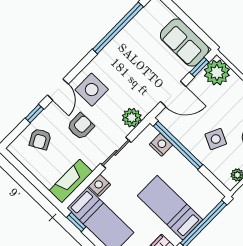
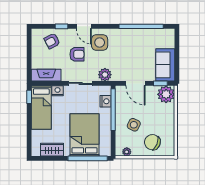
door: (58, 90) -> (84, 26), hinge flipped
bed: (170, 208) -> (85, 135), width x1.50

